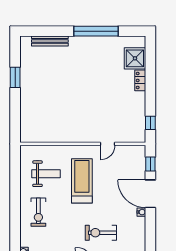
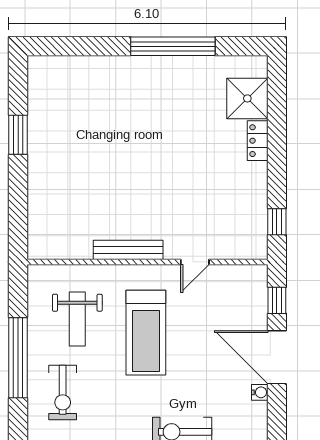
bench: (50, 41) -> (128, 250), moved
weight bench: (46, 174) -> (77, 319), turned 90
treadmill: (82, 181) -> (146, 333), turned 180
window: (15, 194) -> (18, 358), added

